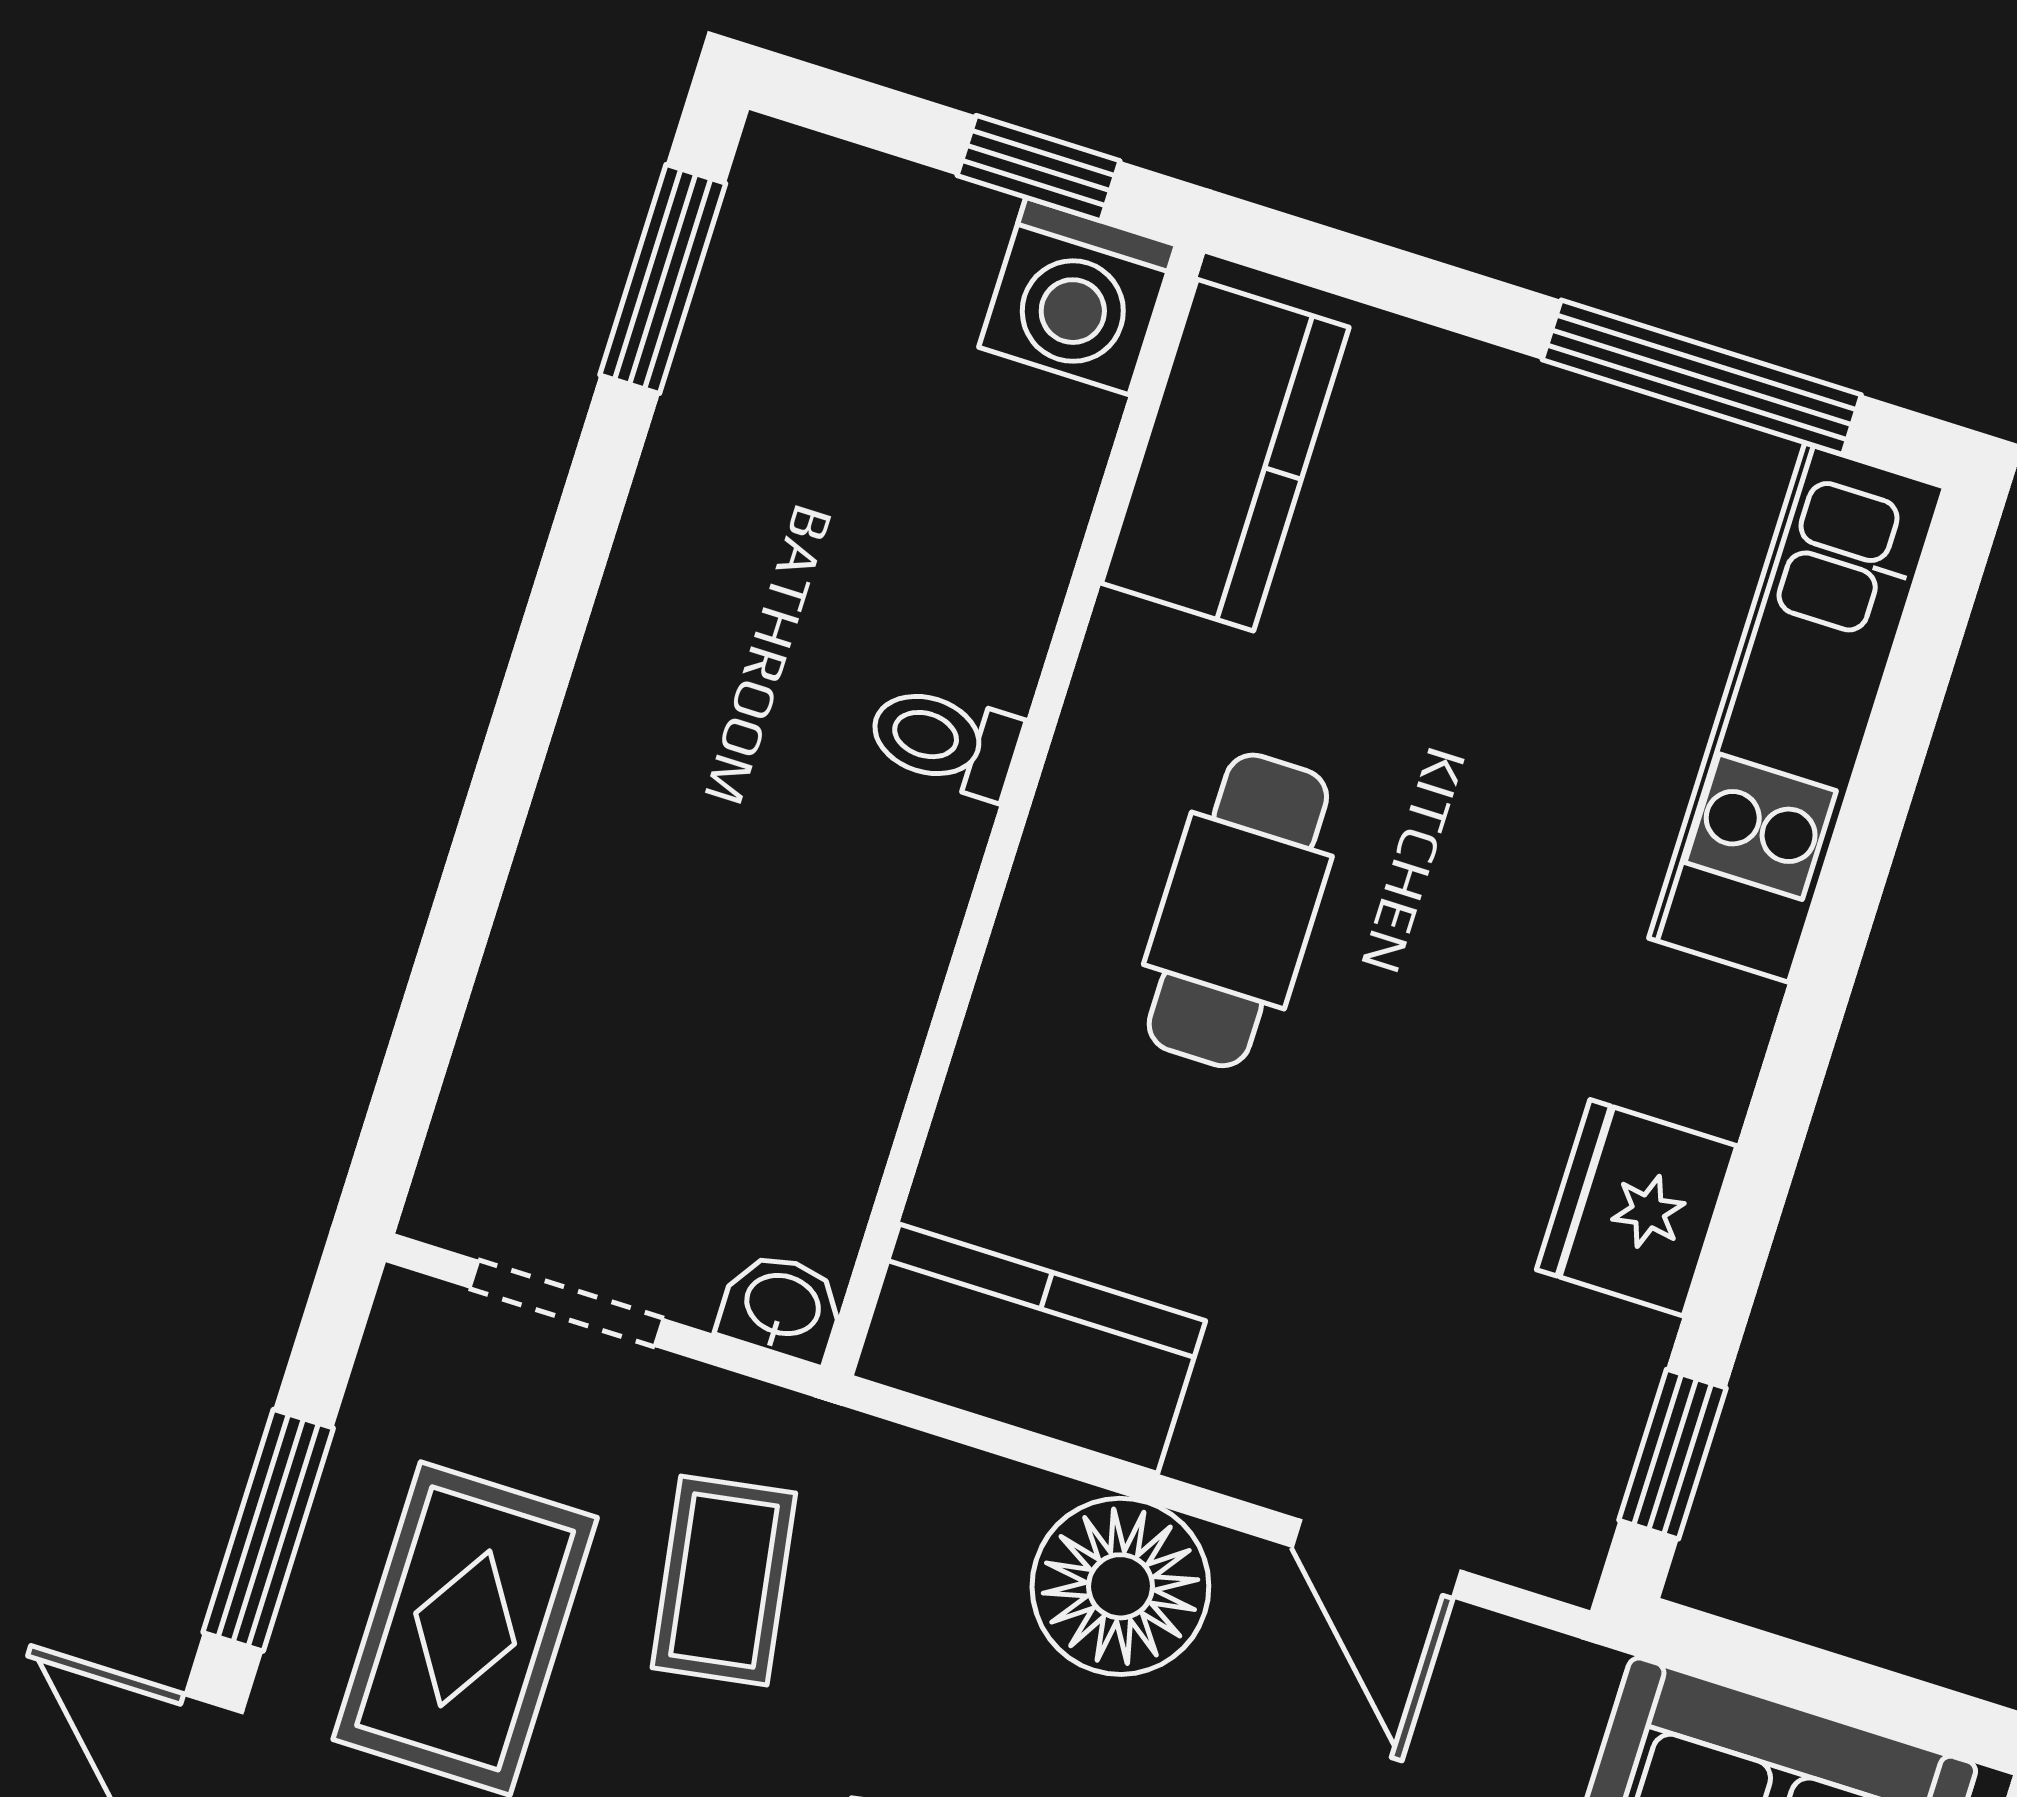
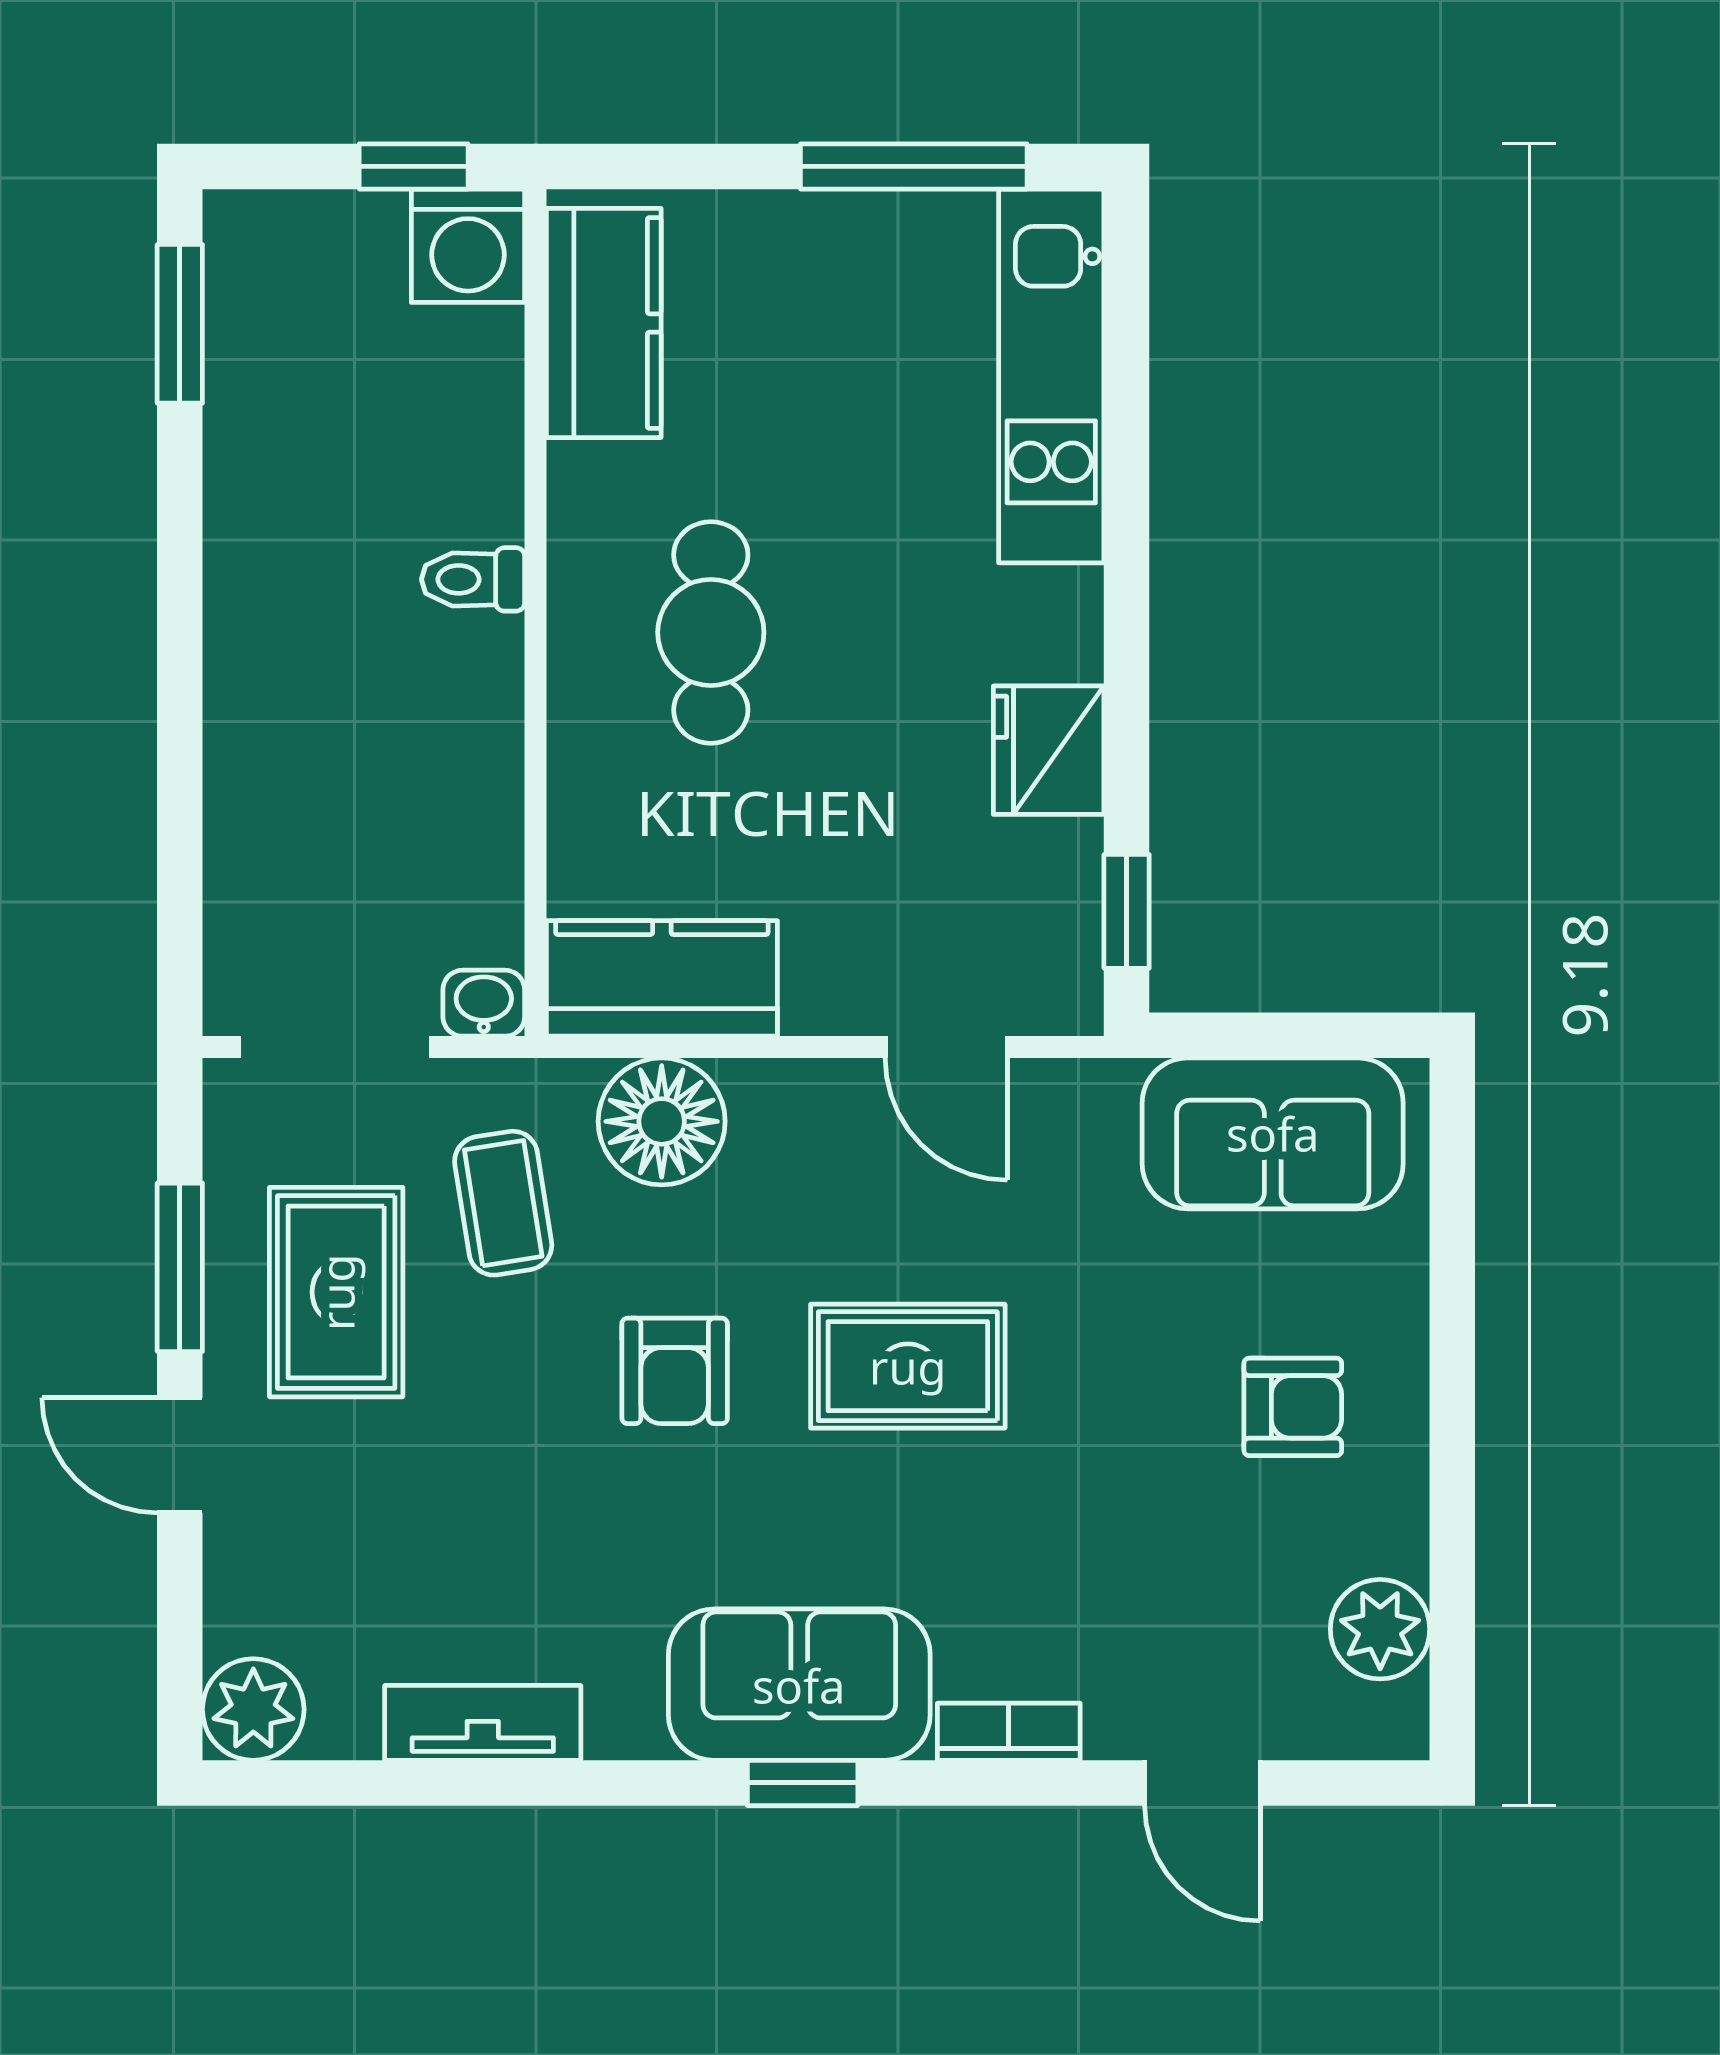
doorway: (567, 1303) -> (335, 1047), width x1.38
floor lamp: (1120, 1586) -> (662, 1121), moved

